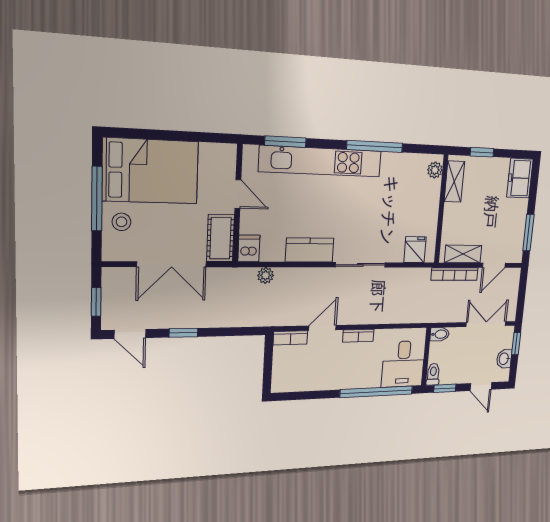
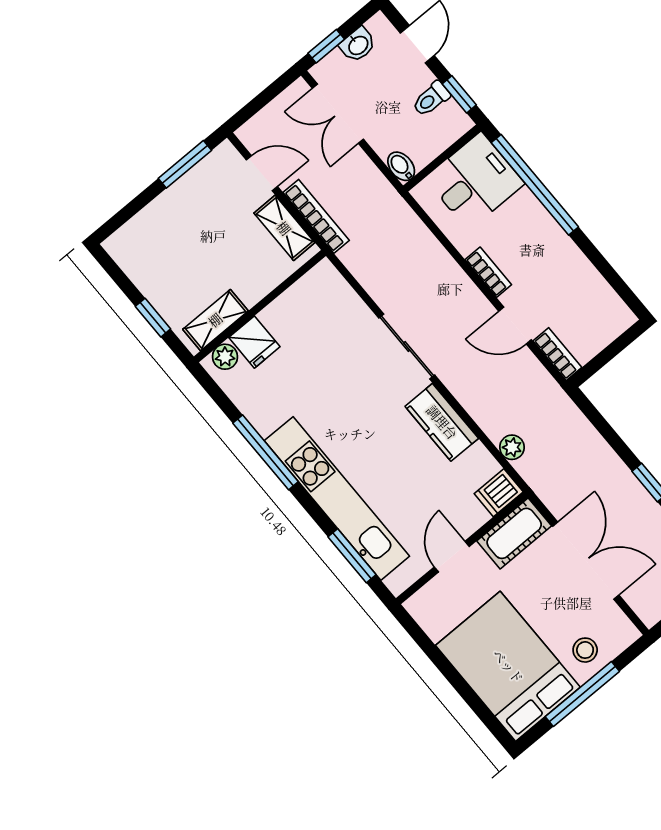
freezer: (520, 178) -> (136, 240), removed
fridge: (415, 250) -> (254, 342), moved, turned -90
toilet: (433, 374) -> (431, 99), moved

